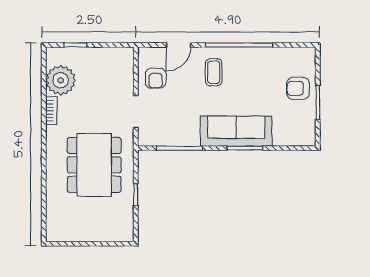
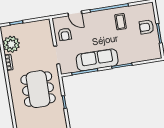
door: (178, 45) -> (75, 13), hinge flipped
coffee table: (214, 72) -> (120, 22), moved
sofa: (236, 131) -> (97, 60), moved

